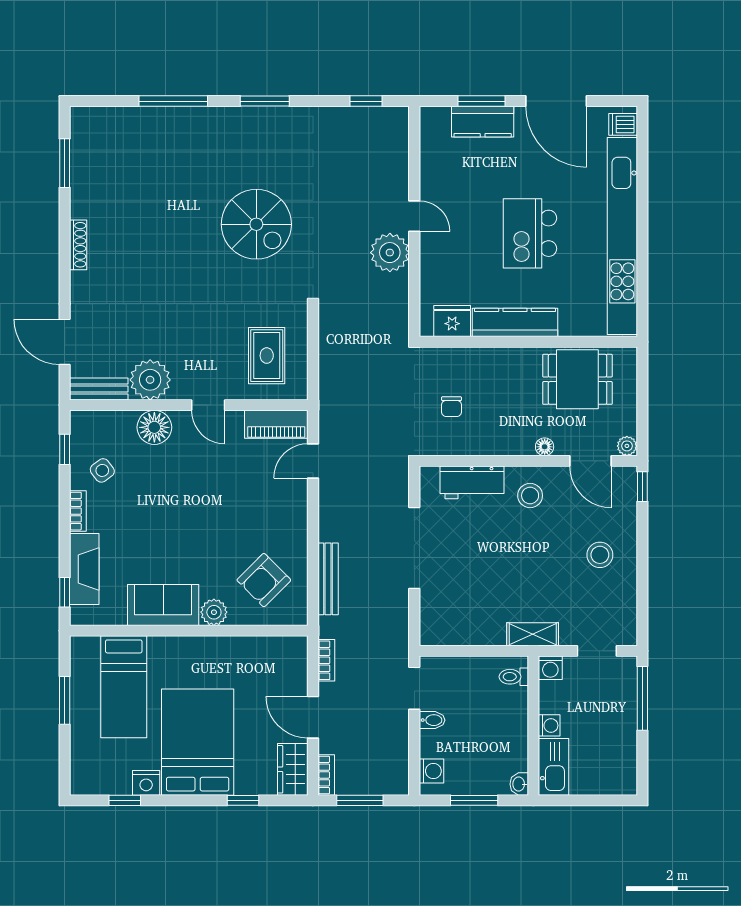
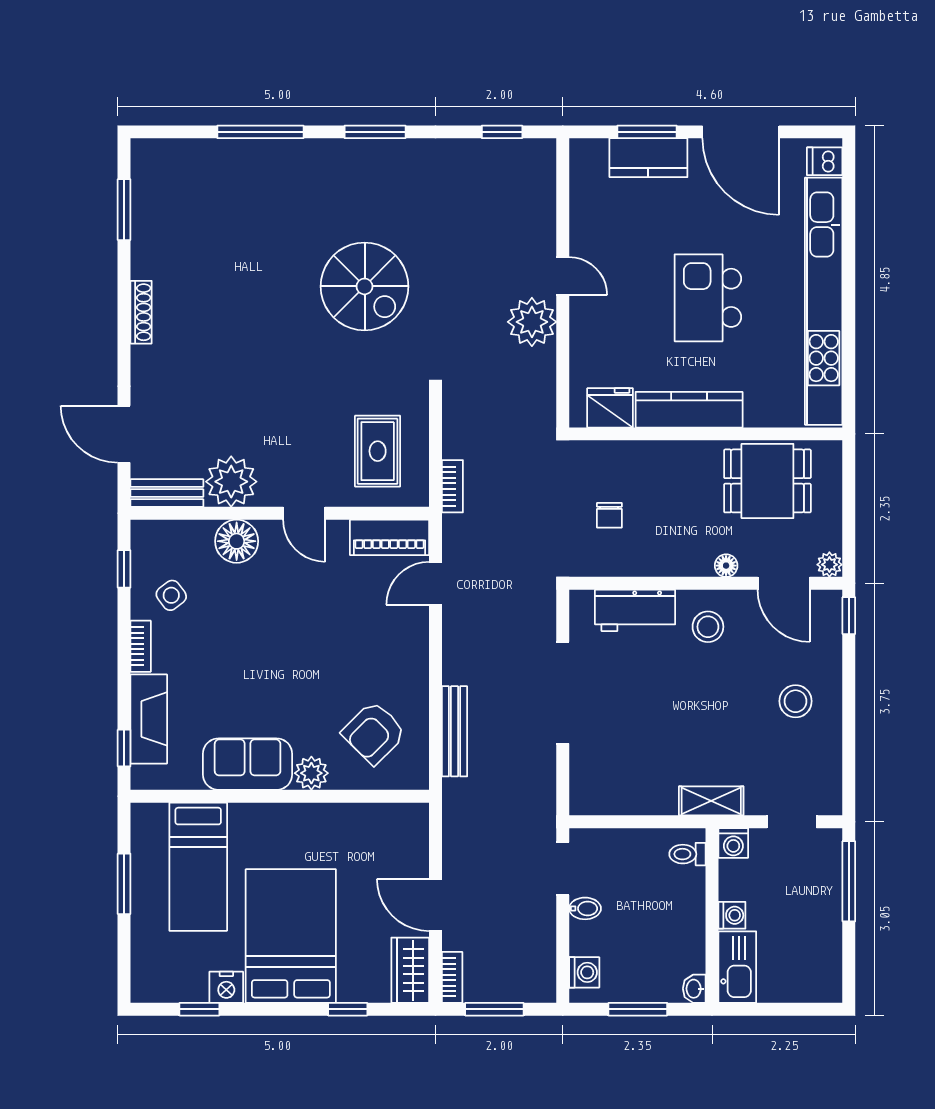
bookcase: (326, 660) -> (452, 486), moved

